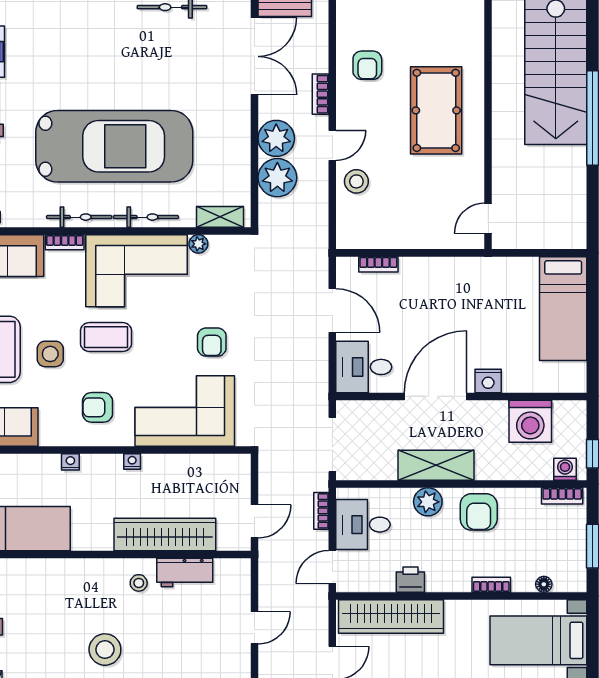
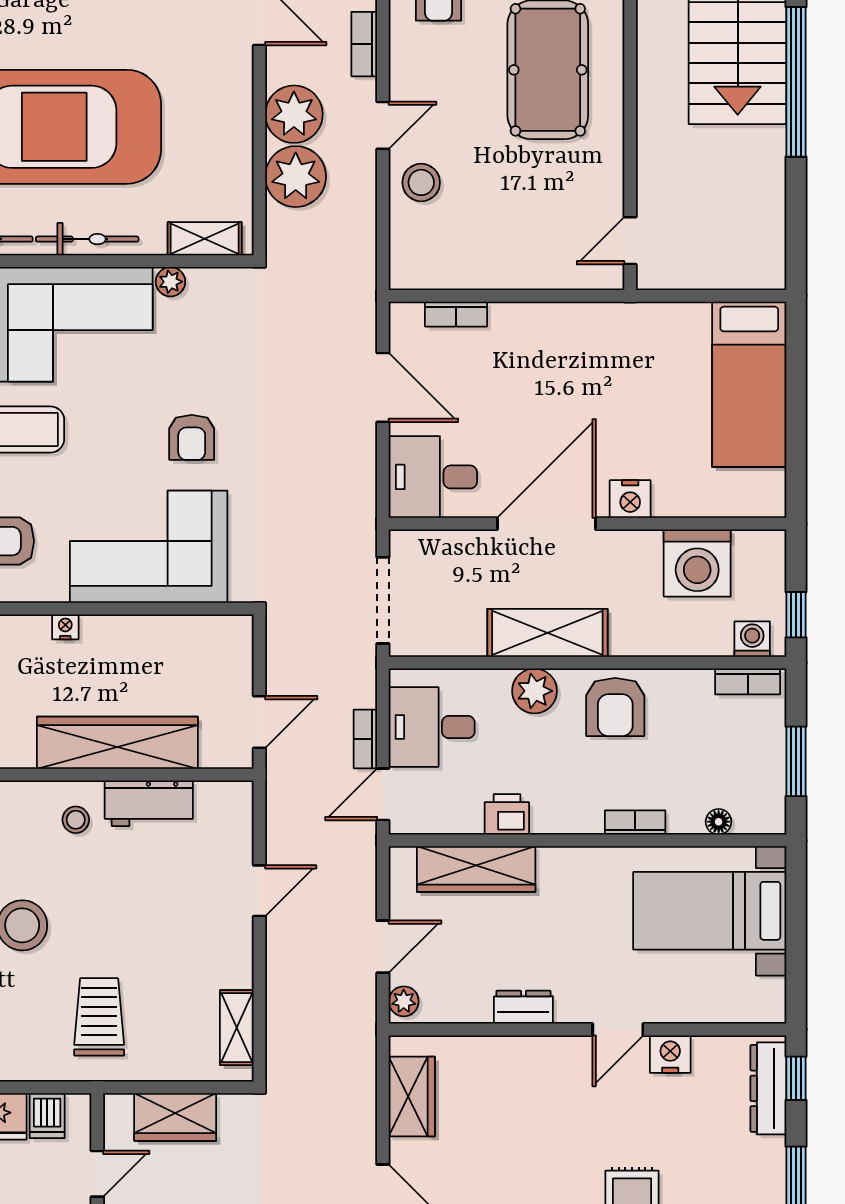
bookcase: (321, 511) -> (365, 739), moved
wardrobe: (391, 617) -> (476, 869), width x0.71, depth x0.85

